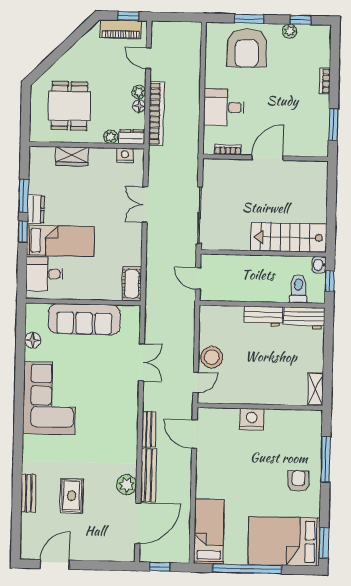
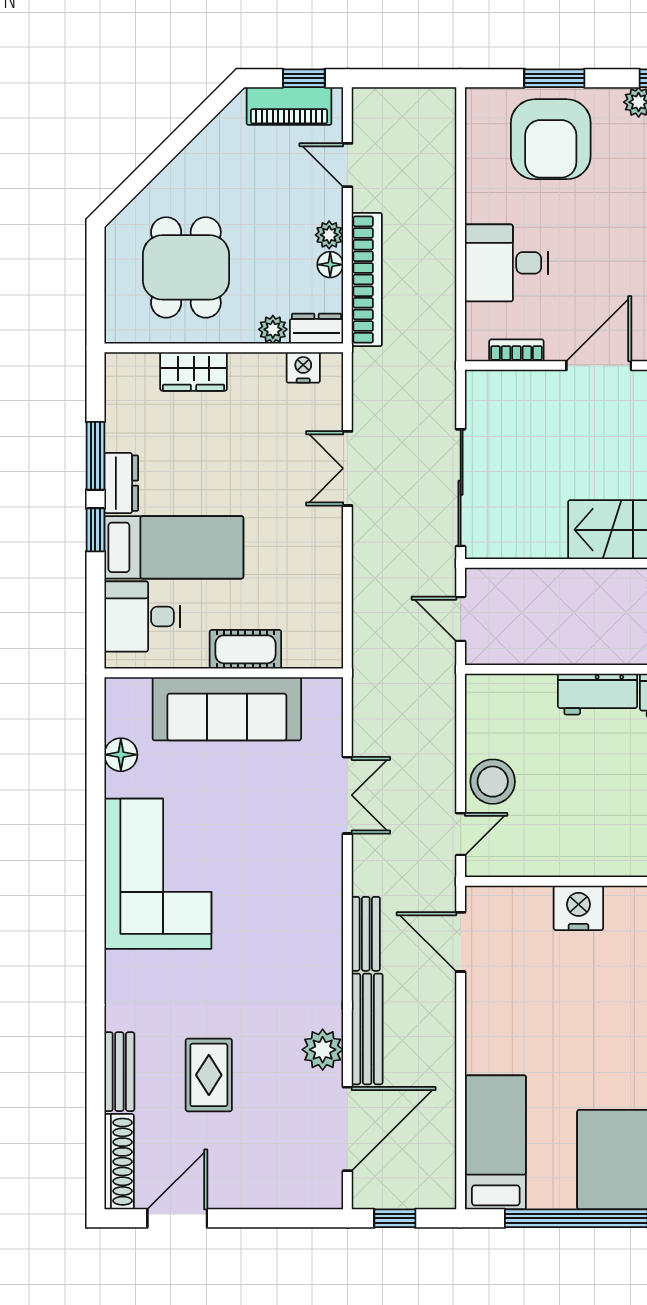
cot: (132, 284) -> (245, 649), moved, turned 90
shoe rack: (27, 536) -> (119, 1162), added

